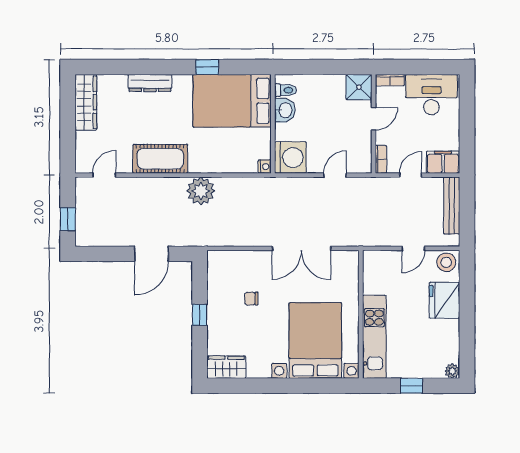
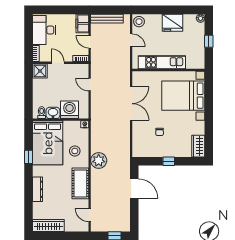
stool: (218, 149) -> (75, 151), added
washing machine: (290, 158) -> (70, 110), moved
fridge: (444, 300) -> (173, 23), moved
kitchen unit: (374, 337) -> (162, 62), moved

